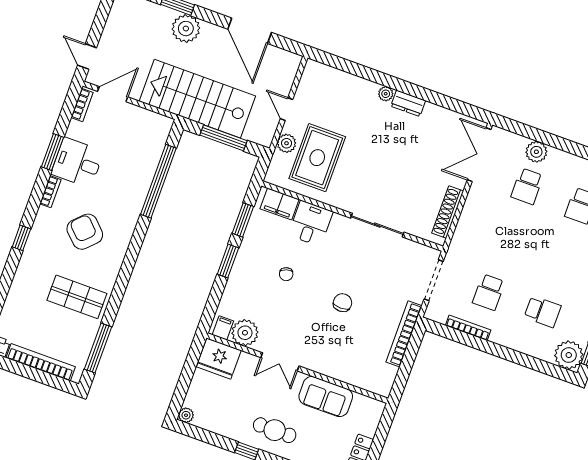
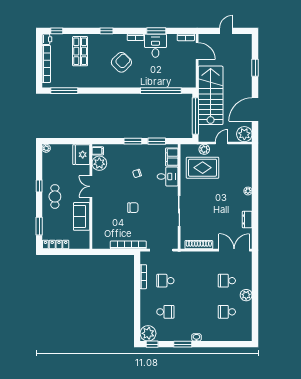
plant: (186, 29) -> (244, 134), moved
door: (87, 57) -> (226, 31), moved
dresser: (408, 103) -> (247, 220), moved
window: (224, 138) -> (195, 116), width x1.46
plant: (536, 152) -> (246, 295), moved
shop shelf: (77, 297) -> (80, 51), moved
school desk: (543, 312) -> (165, 312), turned -90

